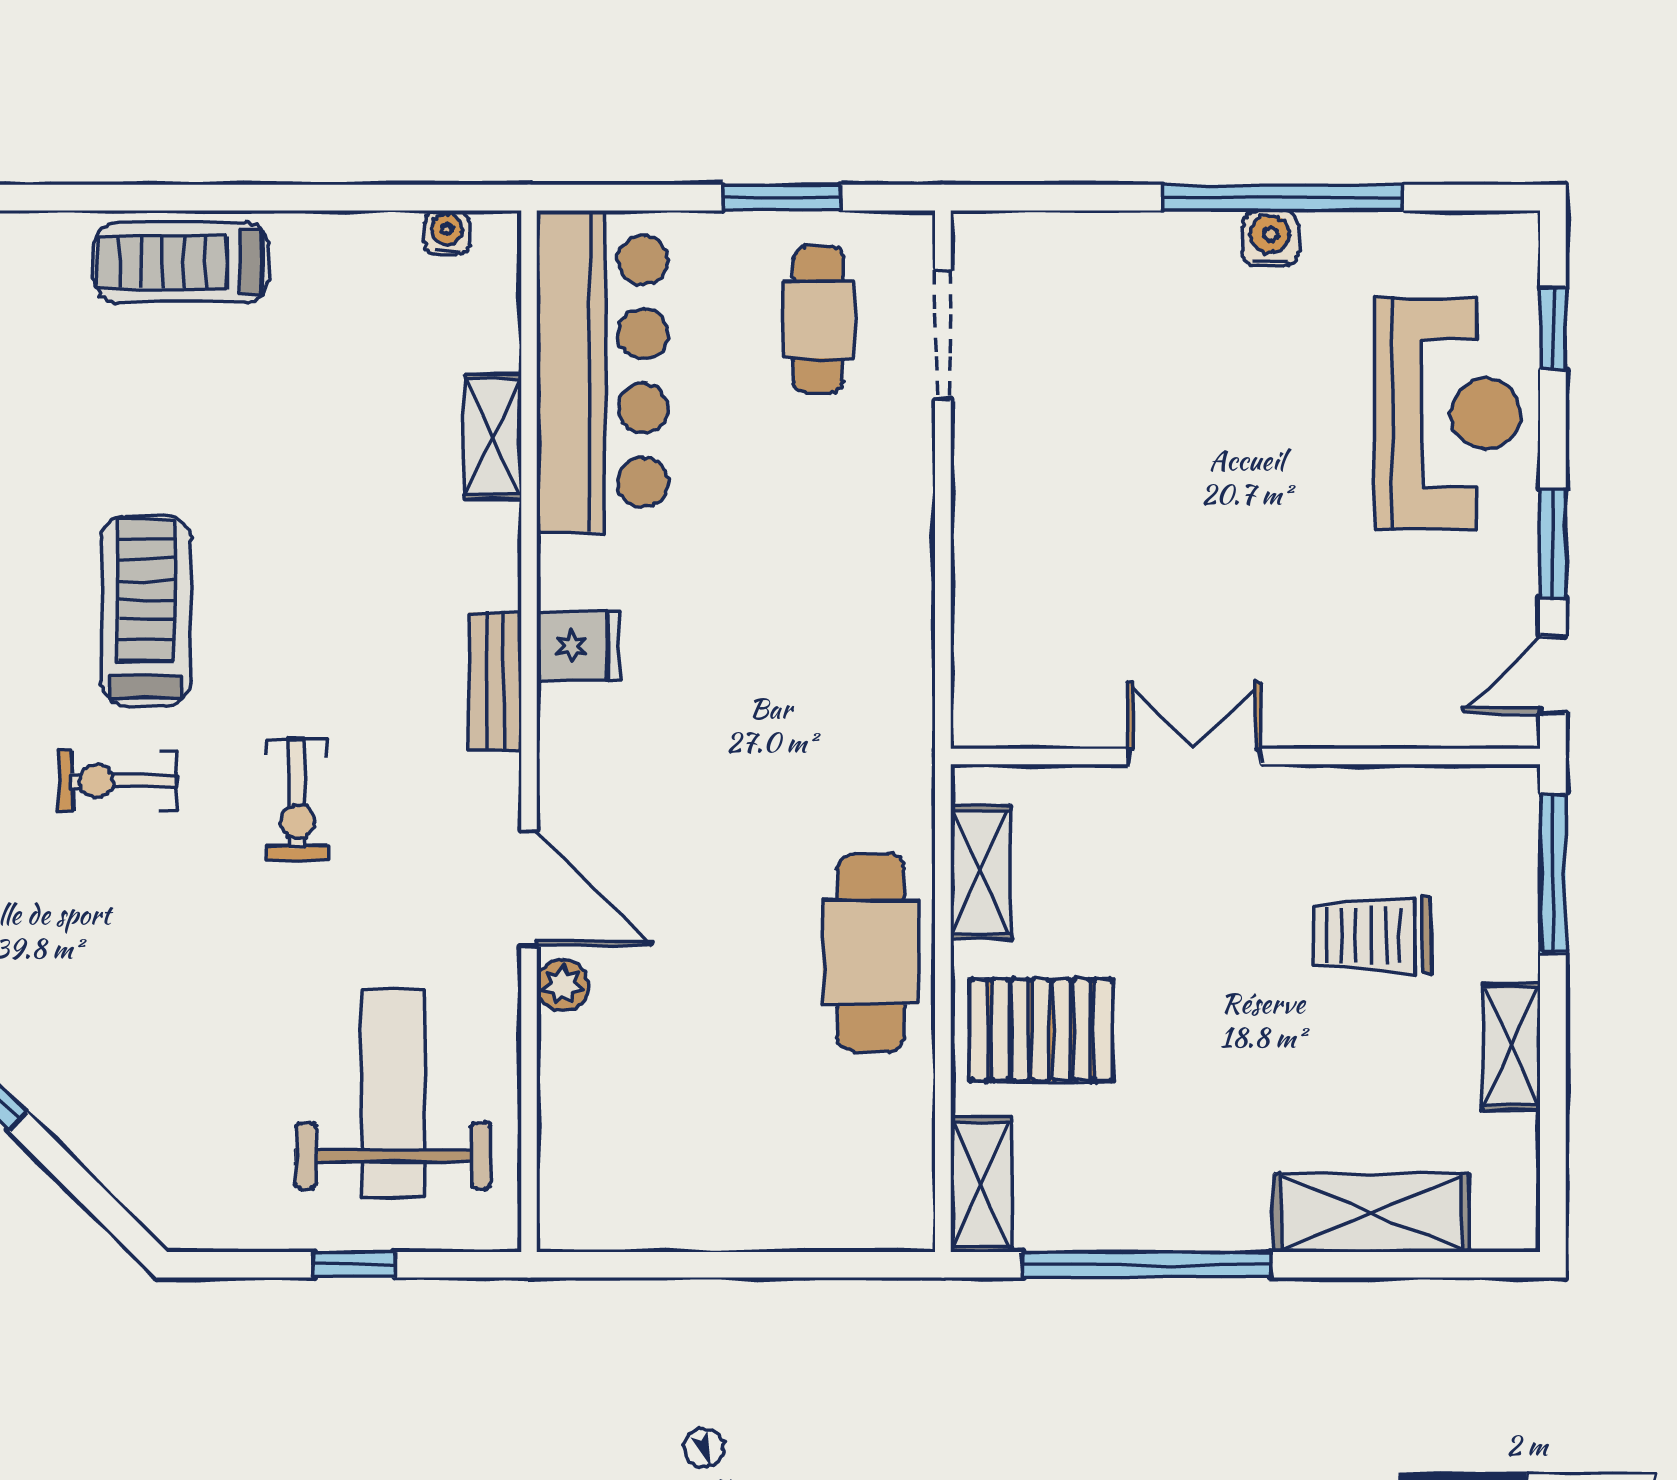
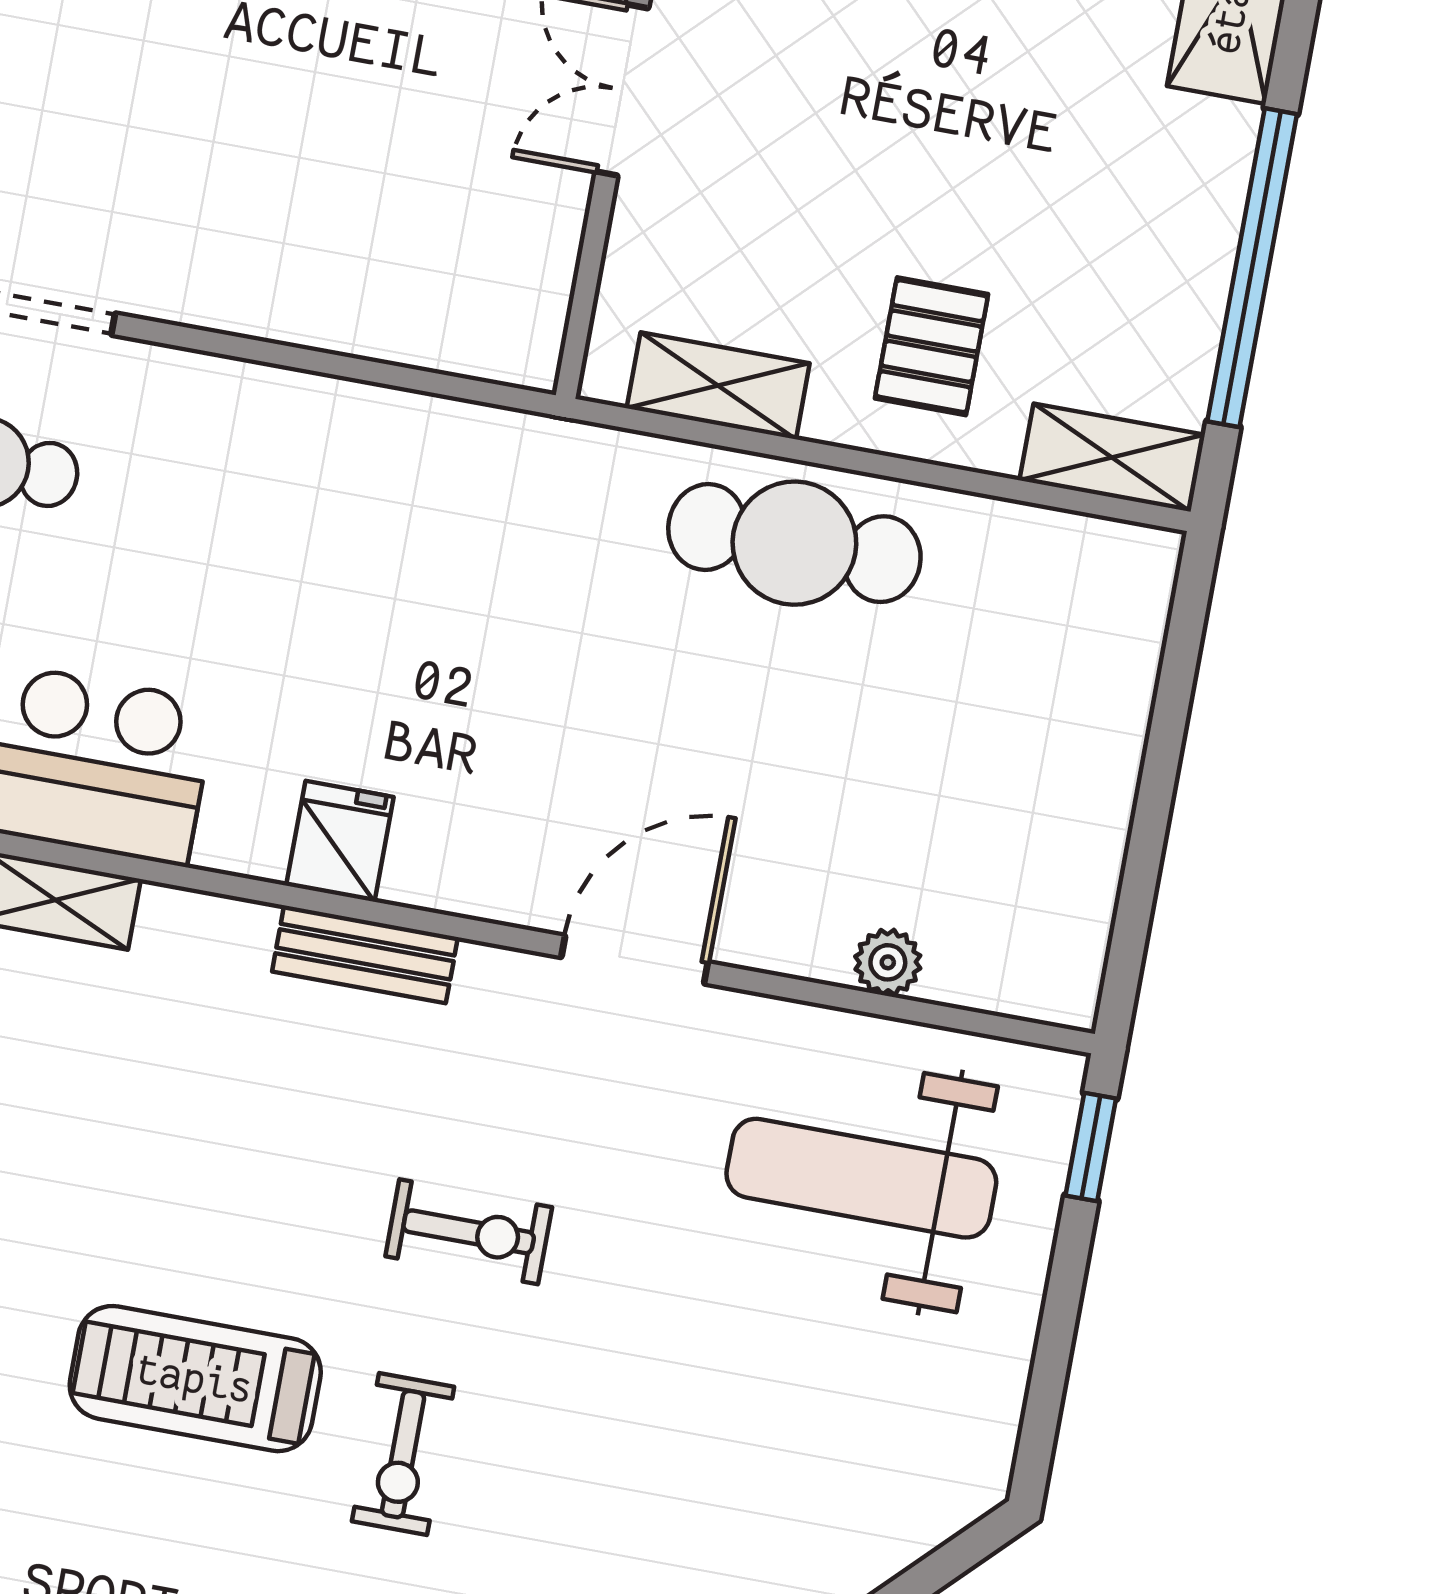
plant: (563, 985) -> (888, 962), moved
pallet: (1041, 1030) -> (931, 346), width x0.67, depth x0.71
window: (354, 1265) -> (1091, 1147), moved

